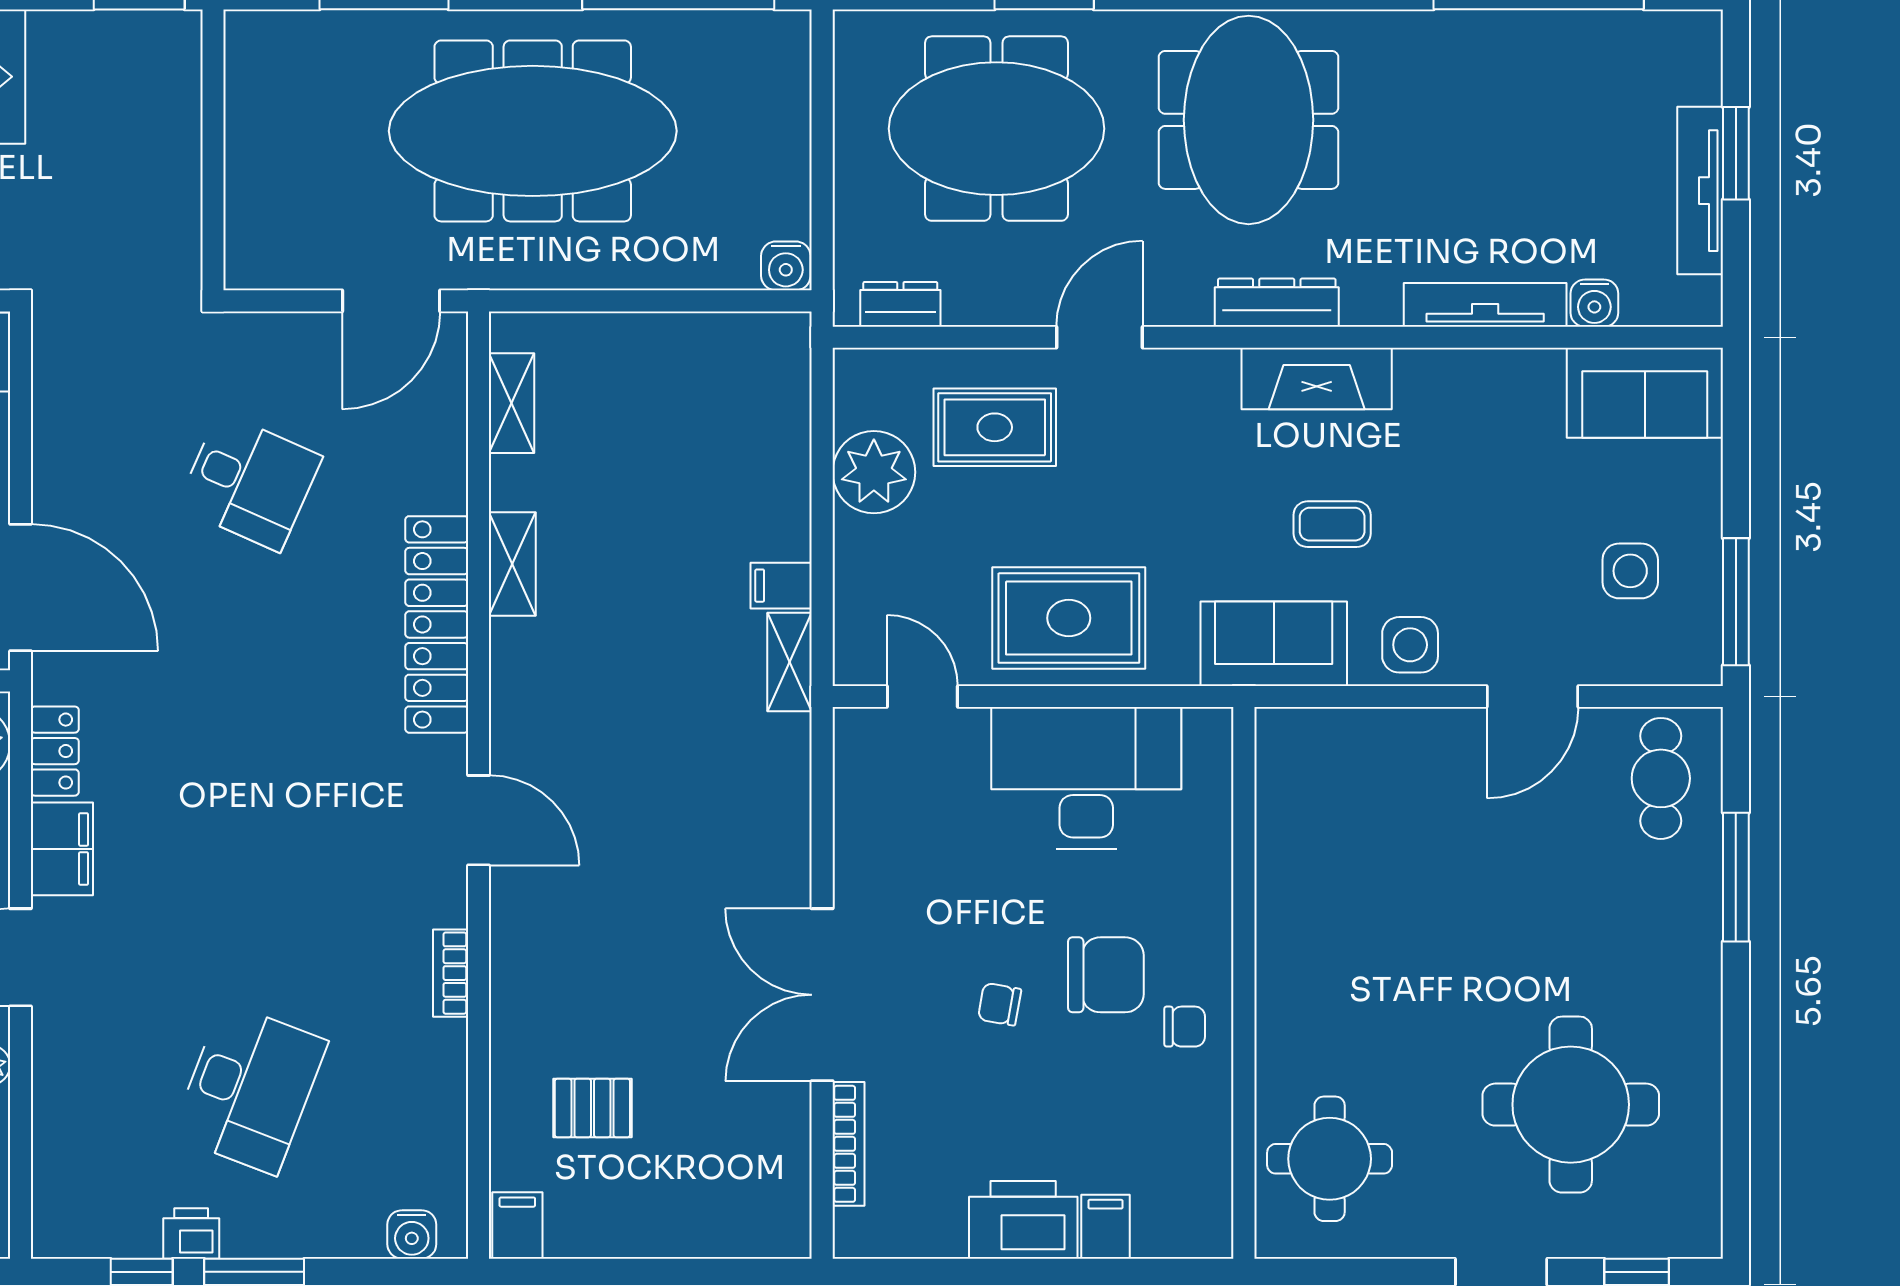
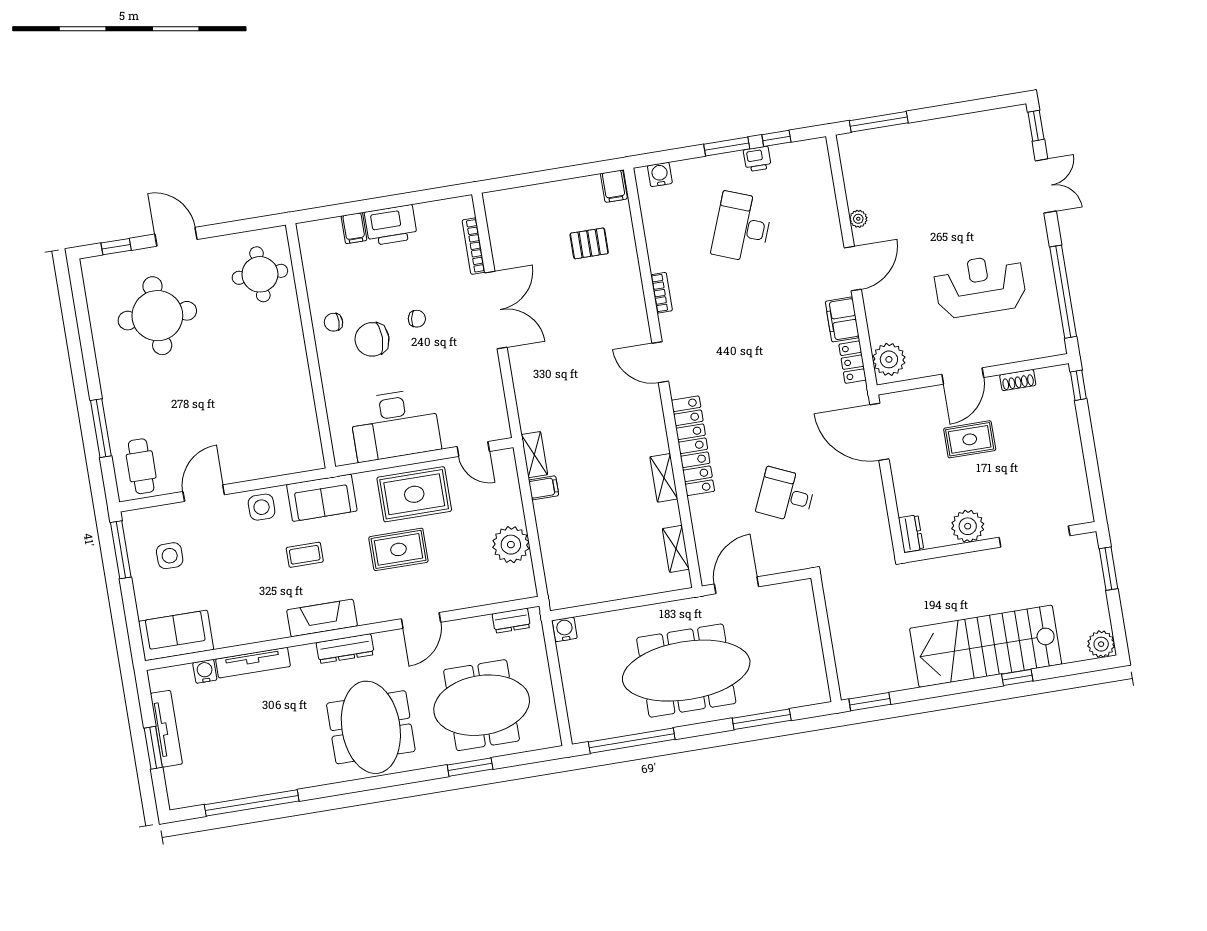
rug: (995, 427) -> (398, 549), moved

